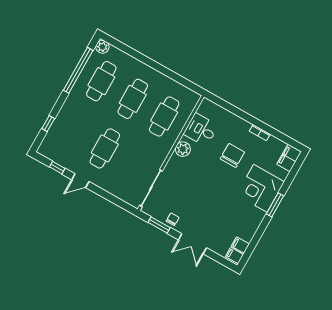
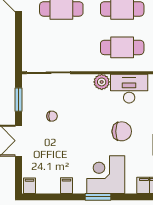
desk: (201, 130) -> (129, 89), width x1.37
chair: (173, 219) -> (52, 116), moved
filing cabinet: (240, 245) -> (67, 186), moved

